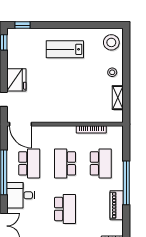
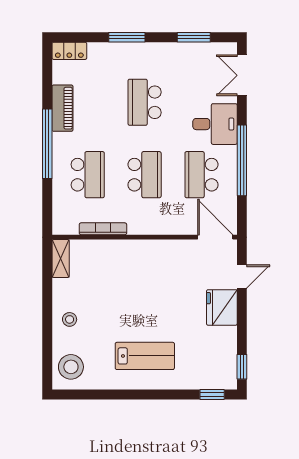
shelving: (118, 98) -> (61, 259), moved
school desk: (101, 163) -> (88, 175), turned 180

